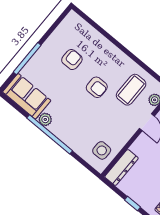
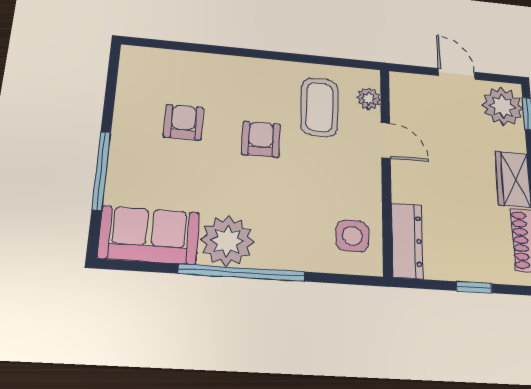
armchair: (97, 87) -> (261, 139), turned -90
plant: (45, 119) -> (227, 241), width x1.87, depth x1.87

